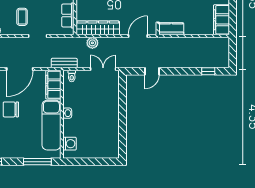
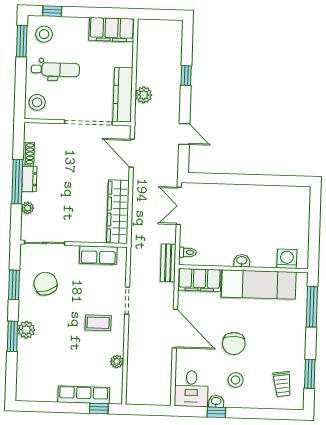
kitchen counter: (171, 29) -> (123, 95), width x1.50
plant: (92, 43) -> (144, 95), moved
window: (208, 71) -> (186, 75), moved

